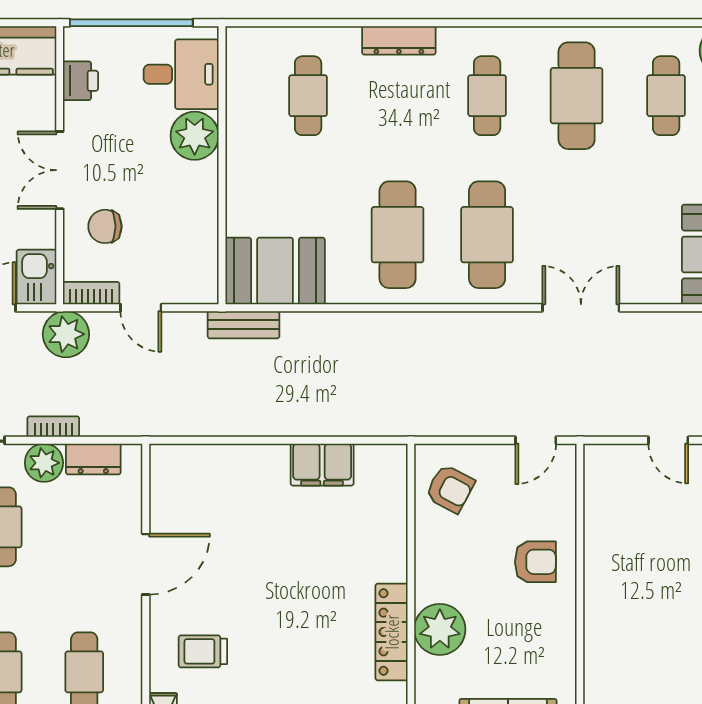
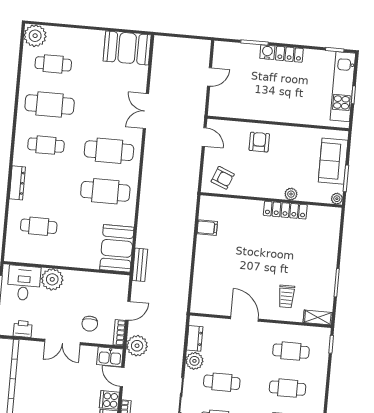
bookcase: (53, 427) -> (178, 355), removed
filing cabinet: (322, 465) -> (207, 228), width x0.50
armchair: (450, 489) -> (223, 178), turned 84
plant: (440, 629) -> (291, 194), width x0.53, depth x0.53

